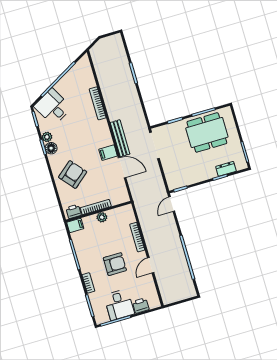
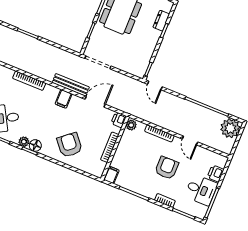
filing cabinet: (108, 153) -> (64, 99), moved
printer: (74, 211) -> (119, 120), moved
plant: (102, 217) -> (131, 125), moved
plant: (185, 289) -> (230, 128), added

